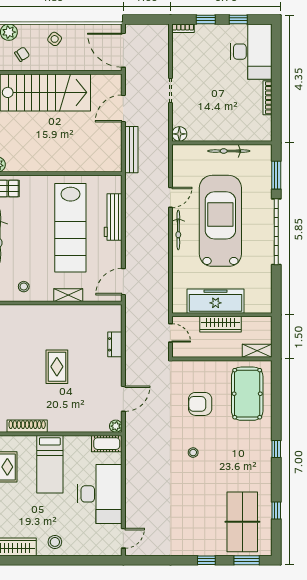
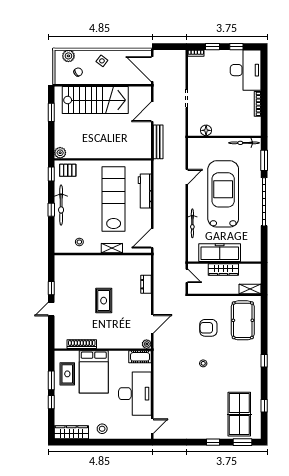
floor lamp: (179, 134) -> (206, 130), moved
bicycle: (229, 151) -> (244, 143), moved
lab bench: (70, 228) -> (114, 199), turned 180
bicycle: (178, 230) -> (192, 223), moved
bed: (50, 464) -> (94, 372), width x1.50

